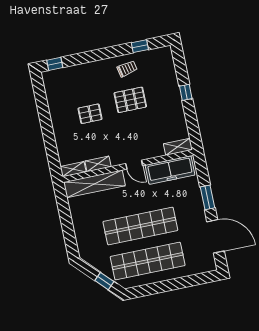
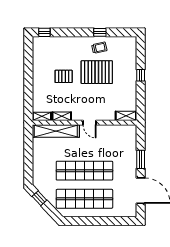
window: (140, 46) -> (100, 32), moved
pallet: (130, 100) -> (97, 72), width x1.37, depth x1.41
freezer: (170, 170) -> (116, 132), removed
window: (104, 281) -> (39, 198), moved

